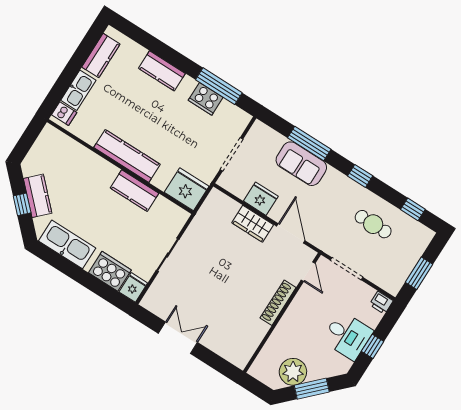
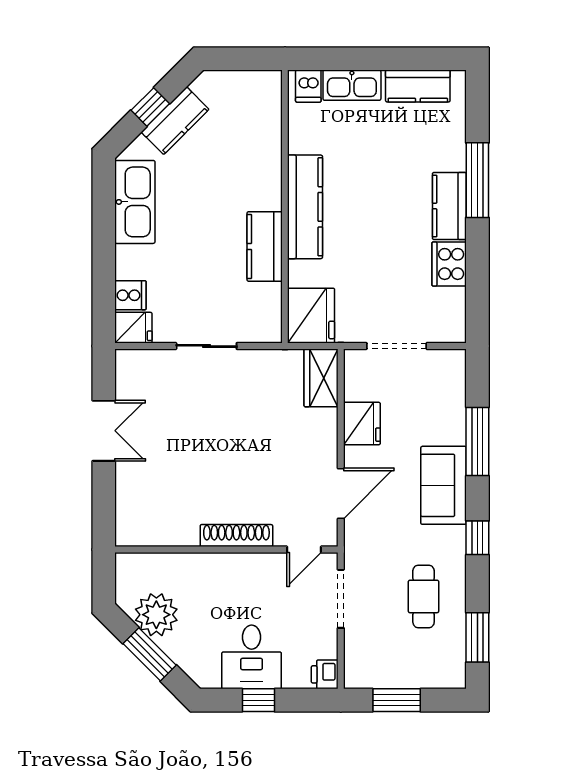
kitchen counter: (162, 71) -> (449, 206), moved
window: (219, 86) -> (477, 180), moved
sofa: (301, 164) -> (444, 485), moved
window: (413, 209) -> (477, 637), width x1.50
wardrobe: (253, 224) -> (321, 378), moved
cooker: (110, 271) -> (130, 295), width x0.53, depth x0.76

